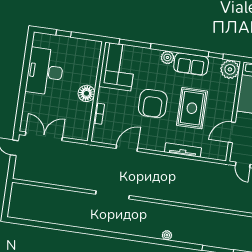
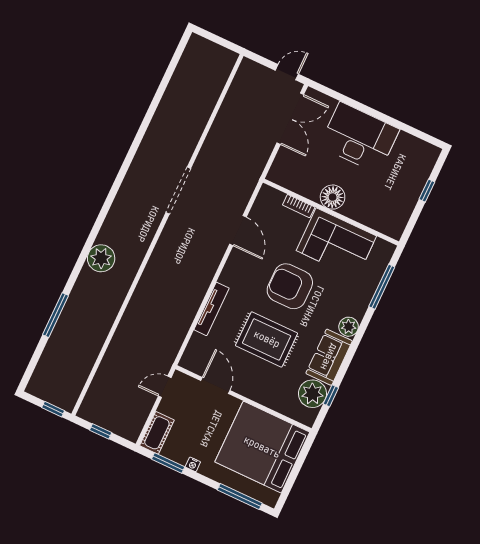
corner sofa: (118, 67) -> (336, 243), moved
plant: (230, 69) -> (312, 394), moved
desk: (45, 71) -> (359, 138), moved
plant: (167, 235) -> (101, 258), width x1.88, depth x1.88

